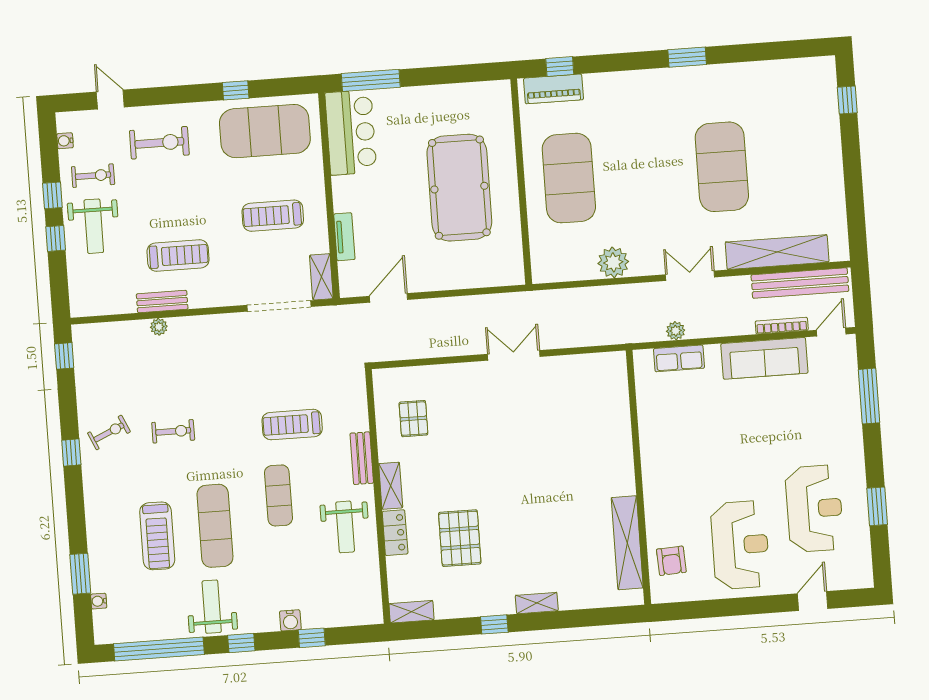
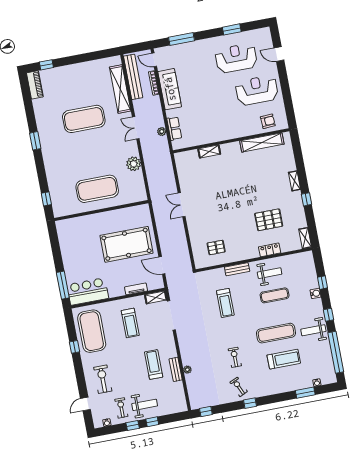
piano: (554, 89) -> (35, 85), moved
pool table: (459, 188) -> (127, 244), moved
shelving: (391, 486) -> (209, 151), moved
exercise mat: (278, 495) -> (275, 295), moved

